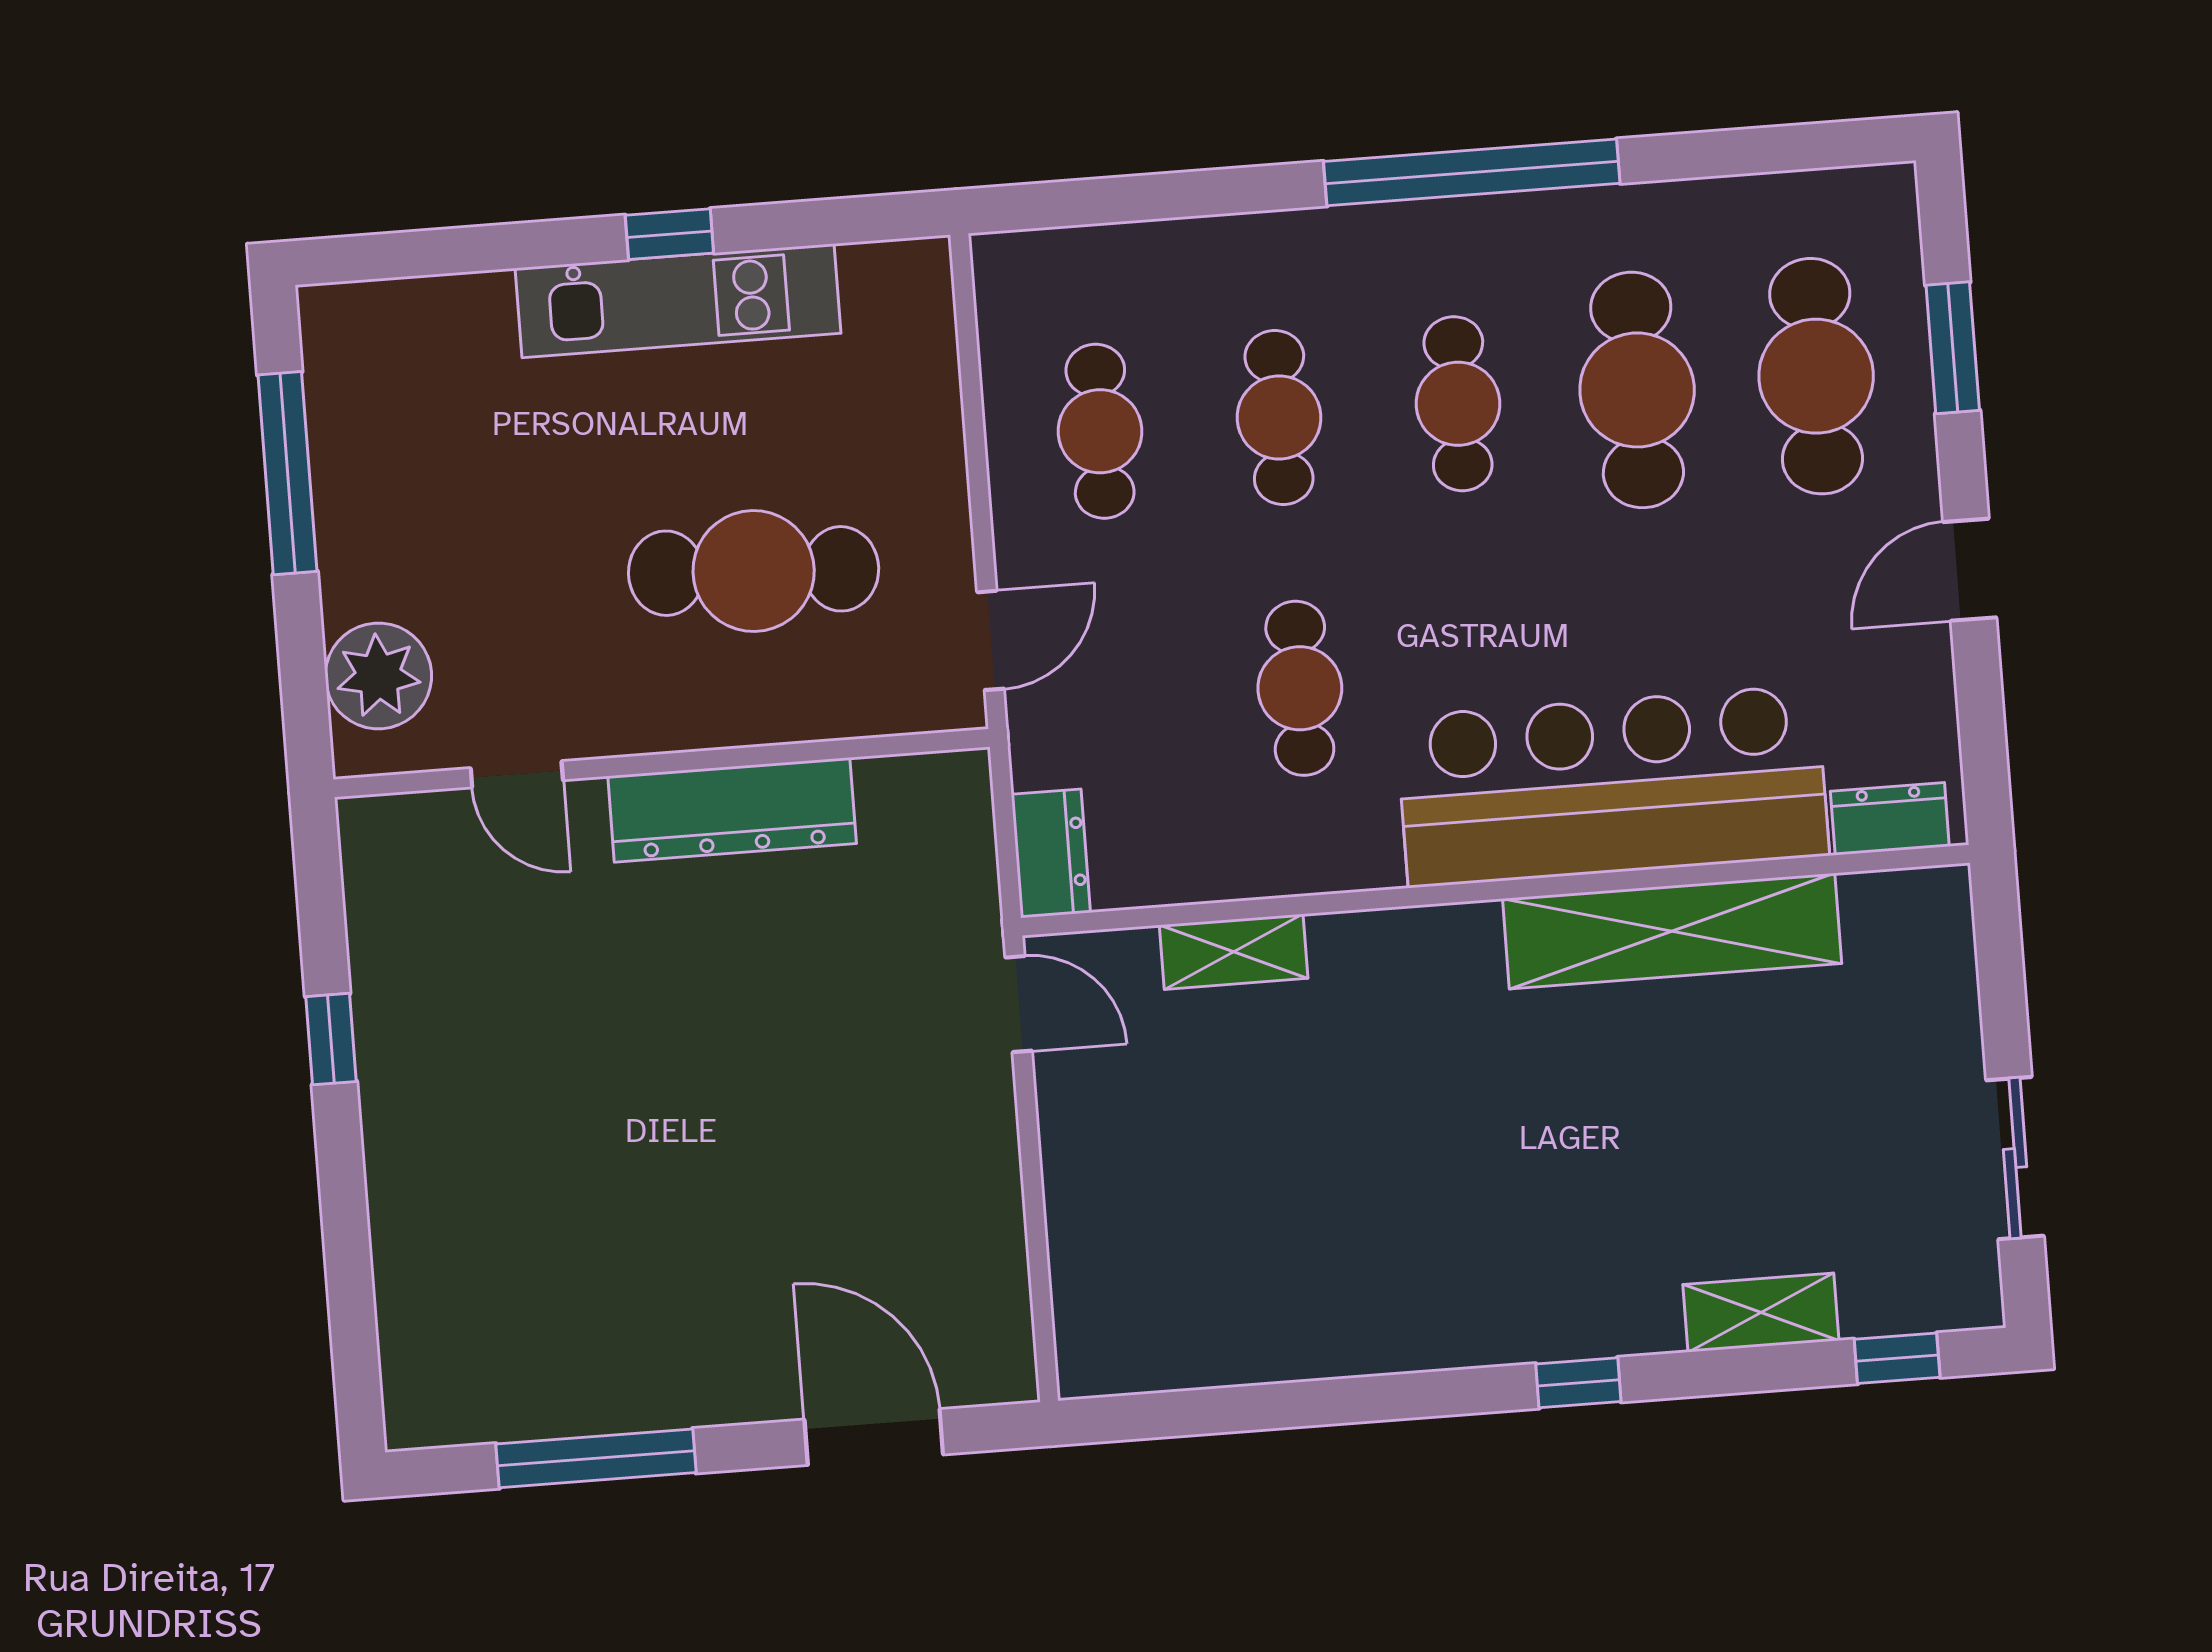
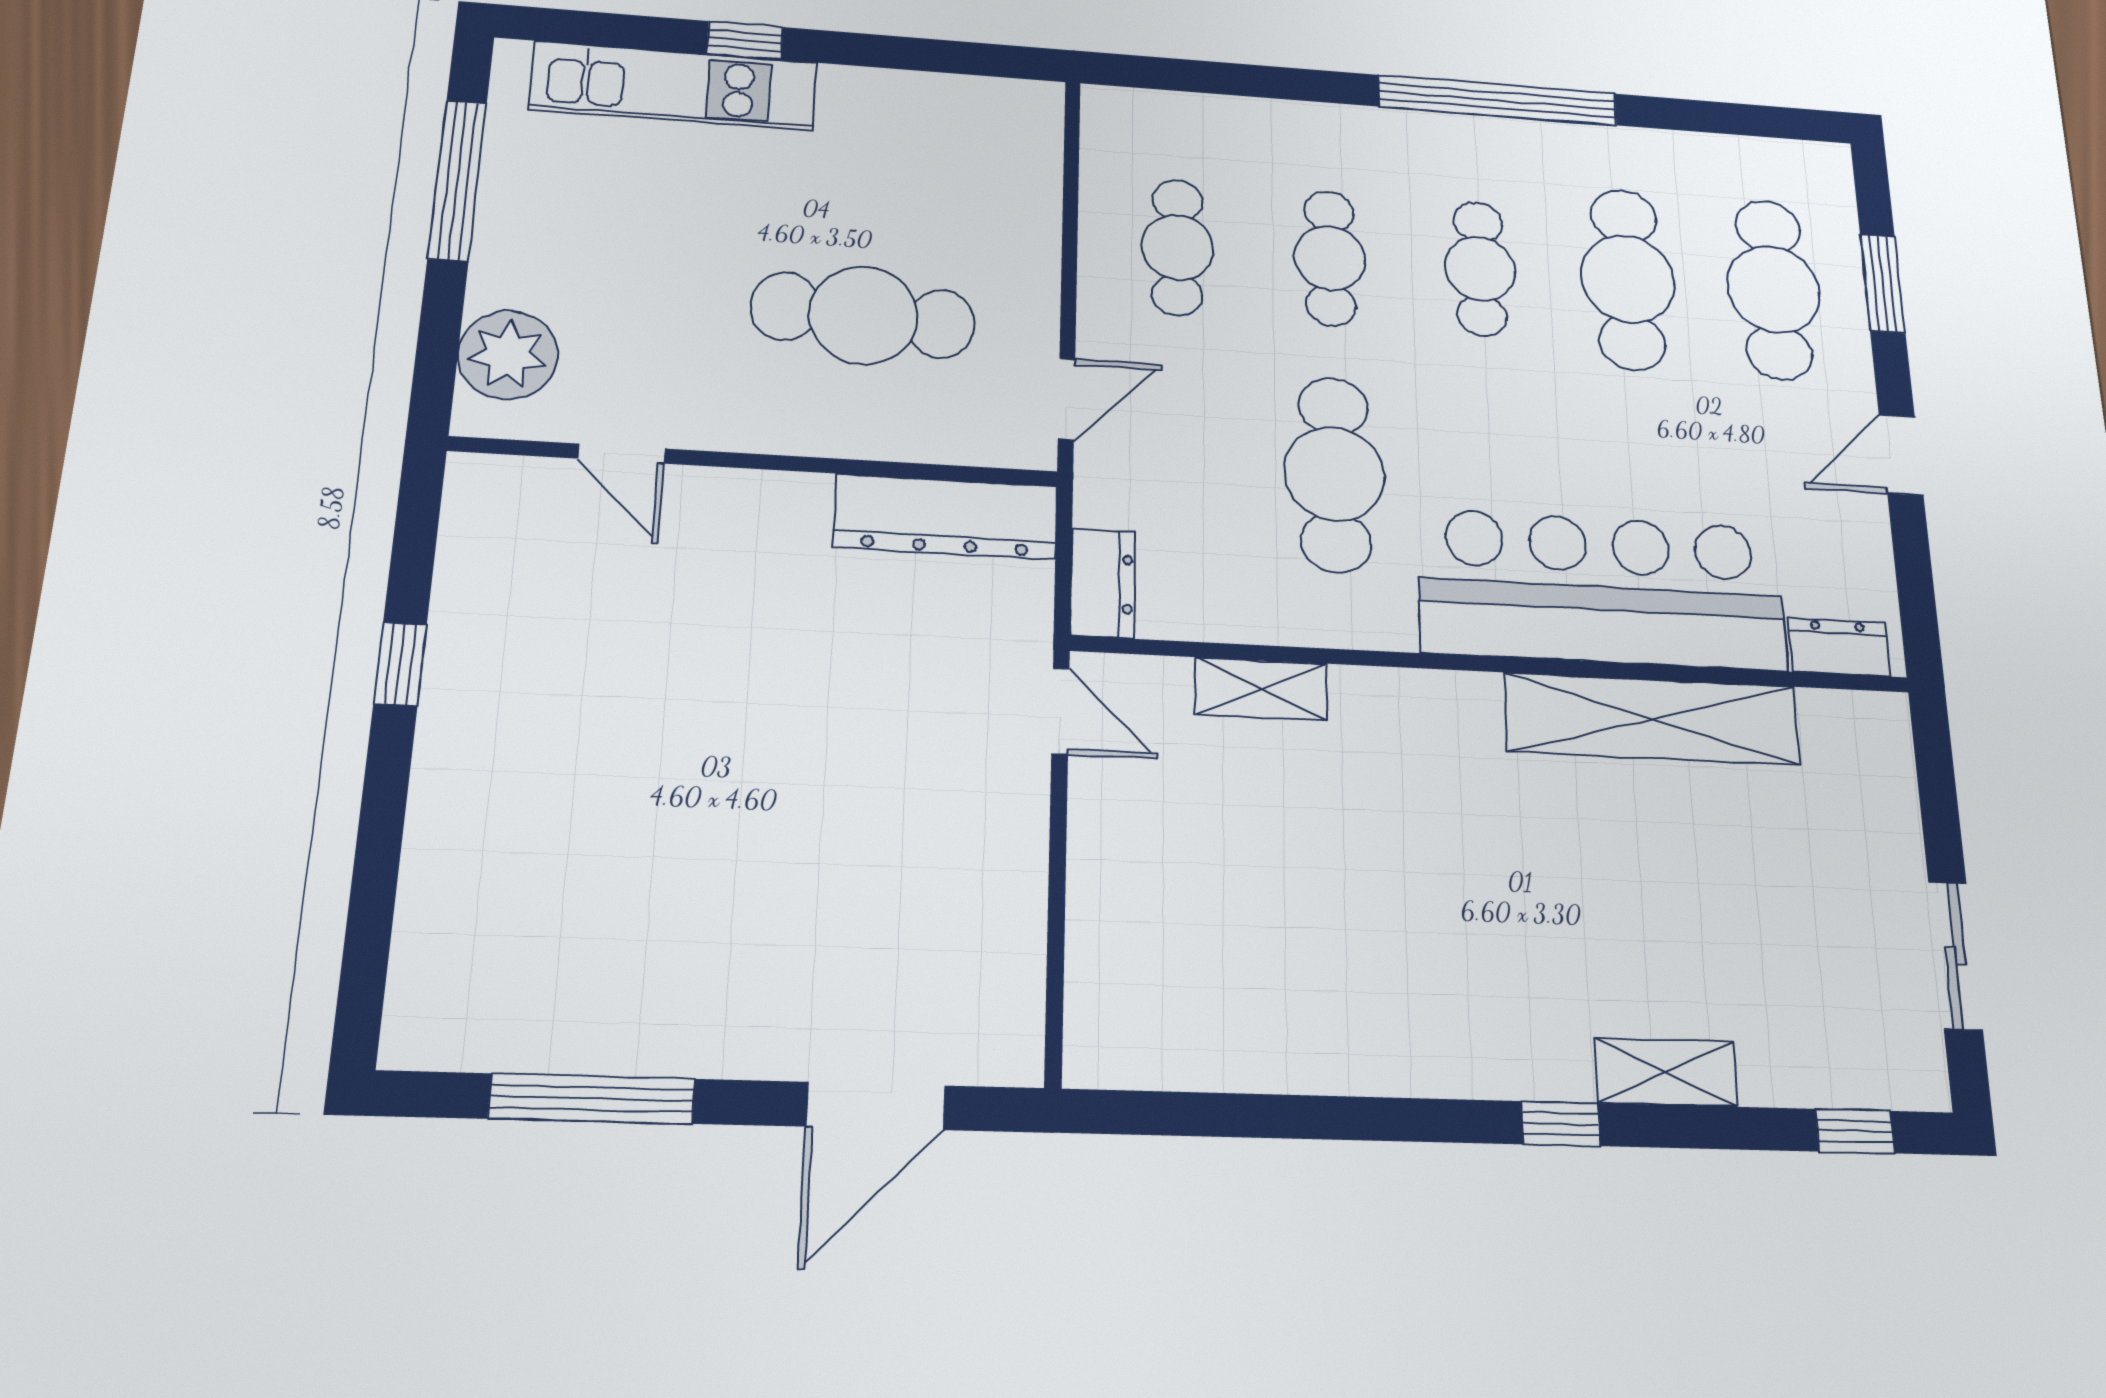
window: (669, 234) -> (745, 41), moved
kitchen unit: (678, 301) -> (674, 86), moved
cafe table: (1300, 688) -> (1335, 474), width x1.37, depth x1.35
dresser: (732, 810) -> (946, 517), moved
shelving: (1761, 1313) -> (1666, 1072), moved
door: (874, 1437) -> (876, 1106), swing flipped

